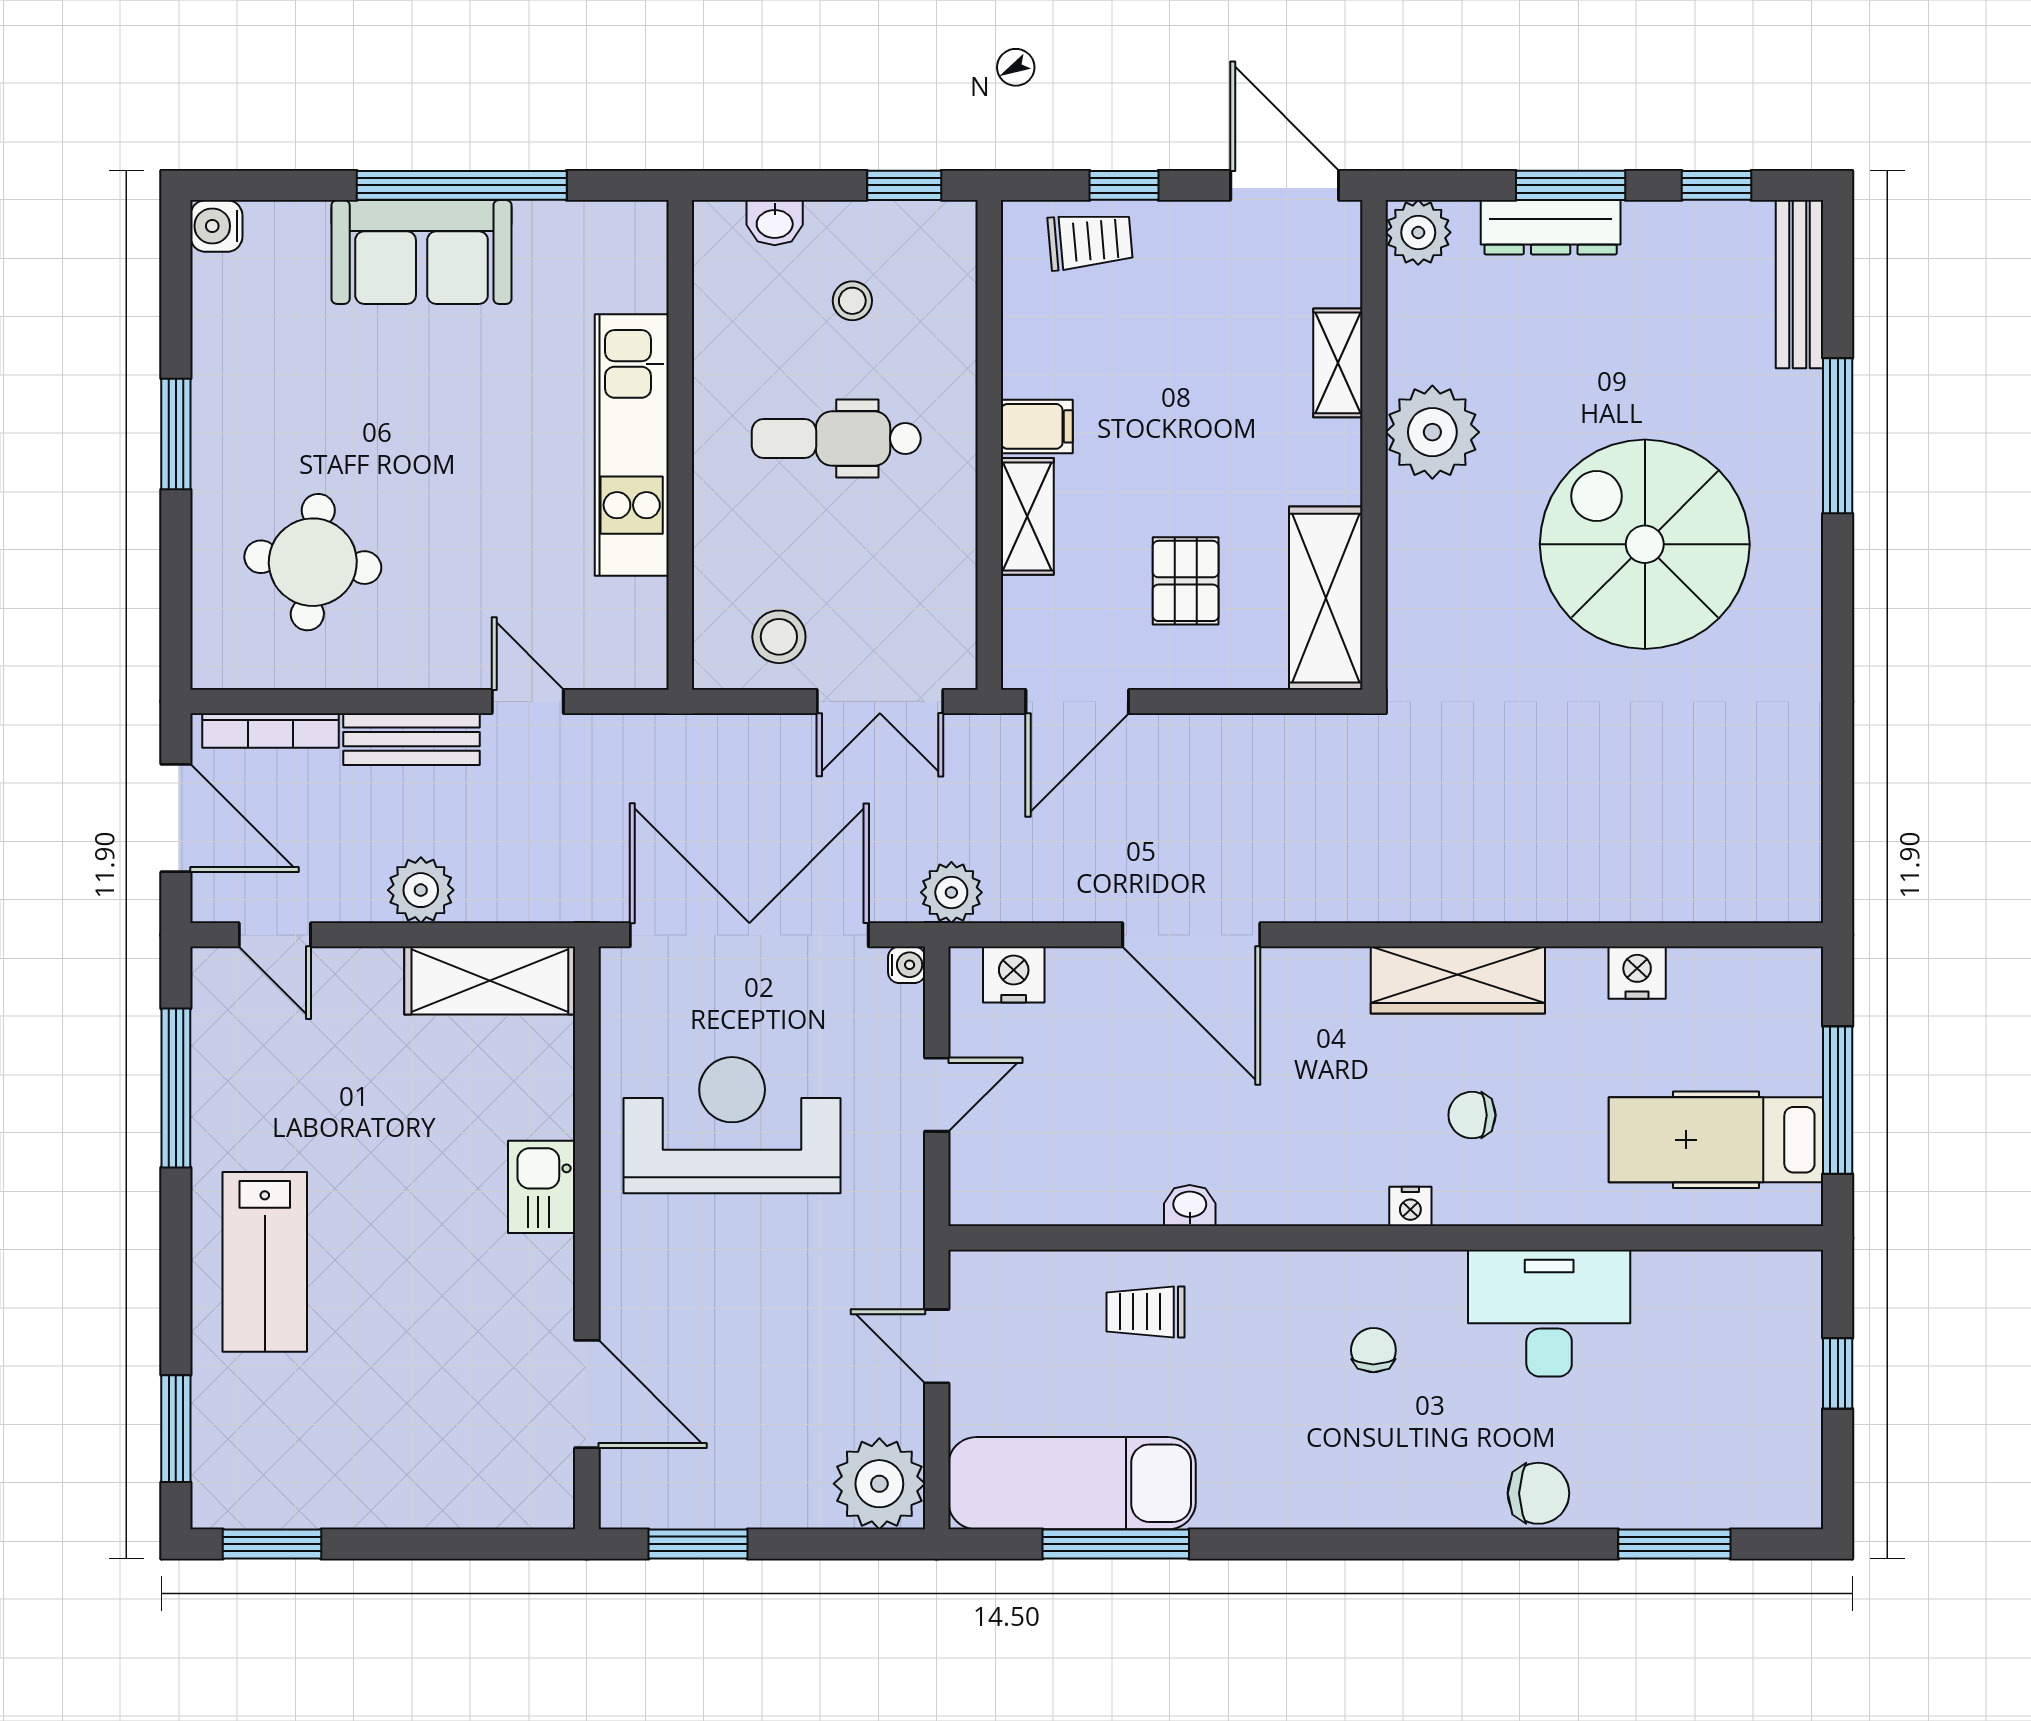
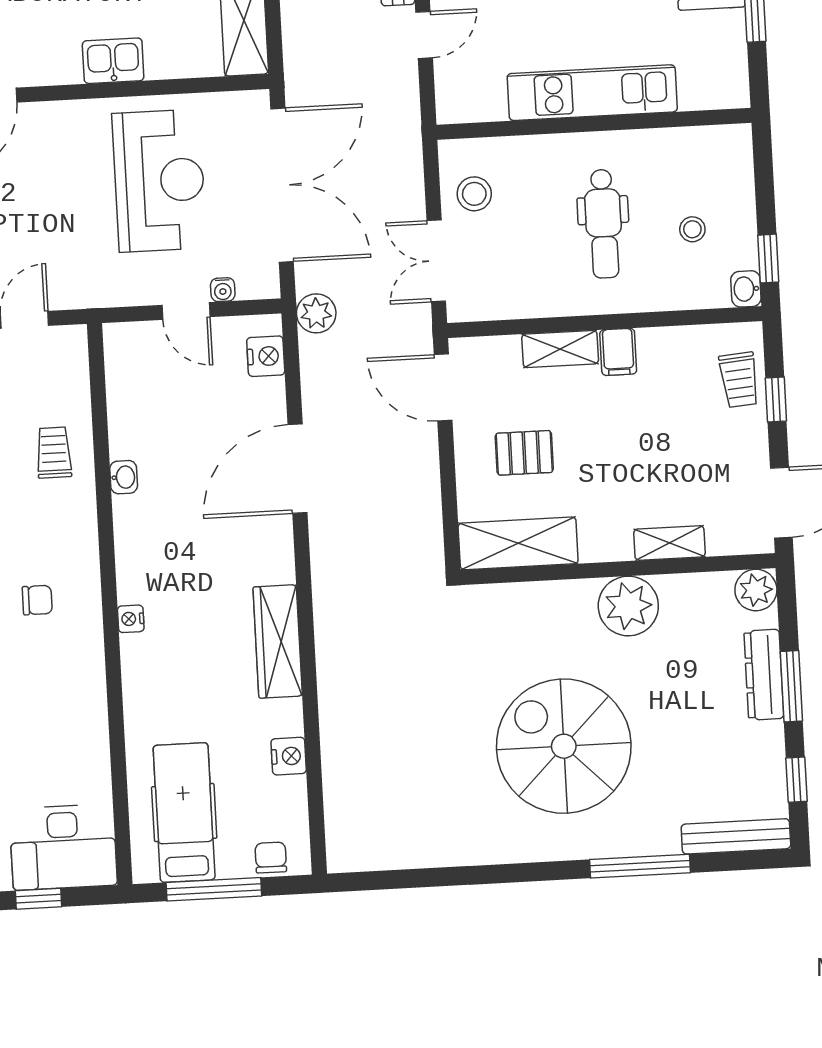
washbasin: (775, 223) -> (746, 289), moved
dental chair: (836, 438) -> (603, 224), turned 180
spiral stairs: (1645, 544) -> (564, 746), turned -90
water cooler: (907, 965) -> (223, 290), moved
chair: (1472, 1115) -> (271, 857), moved
desk: (1549, 1313) -> (63, 847), moved, turned 90

